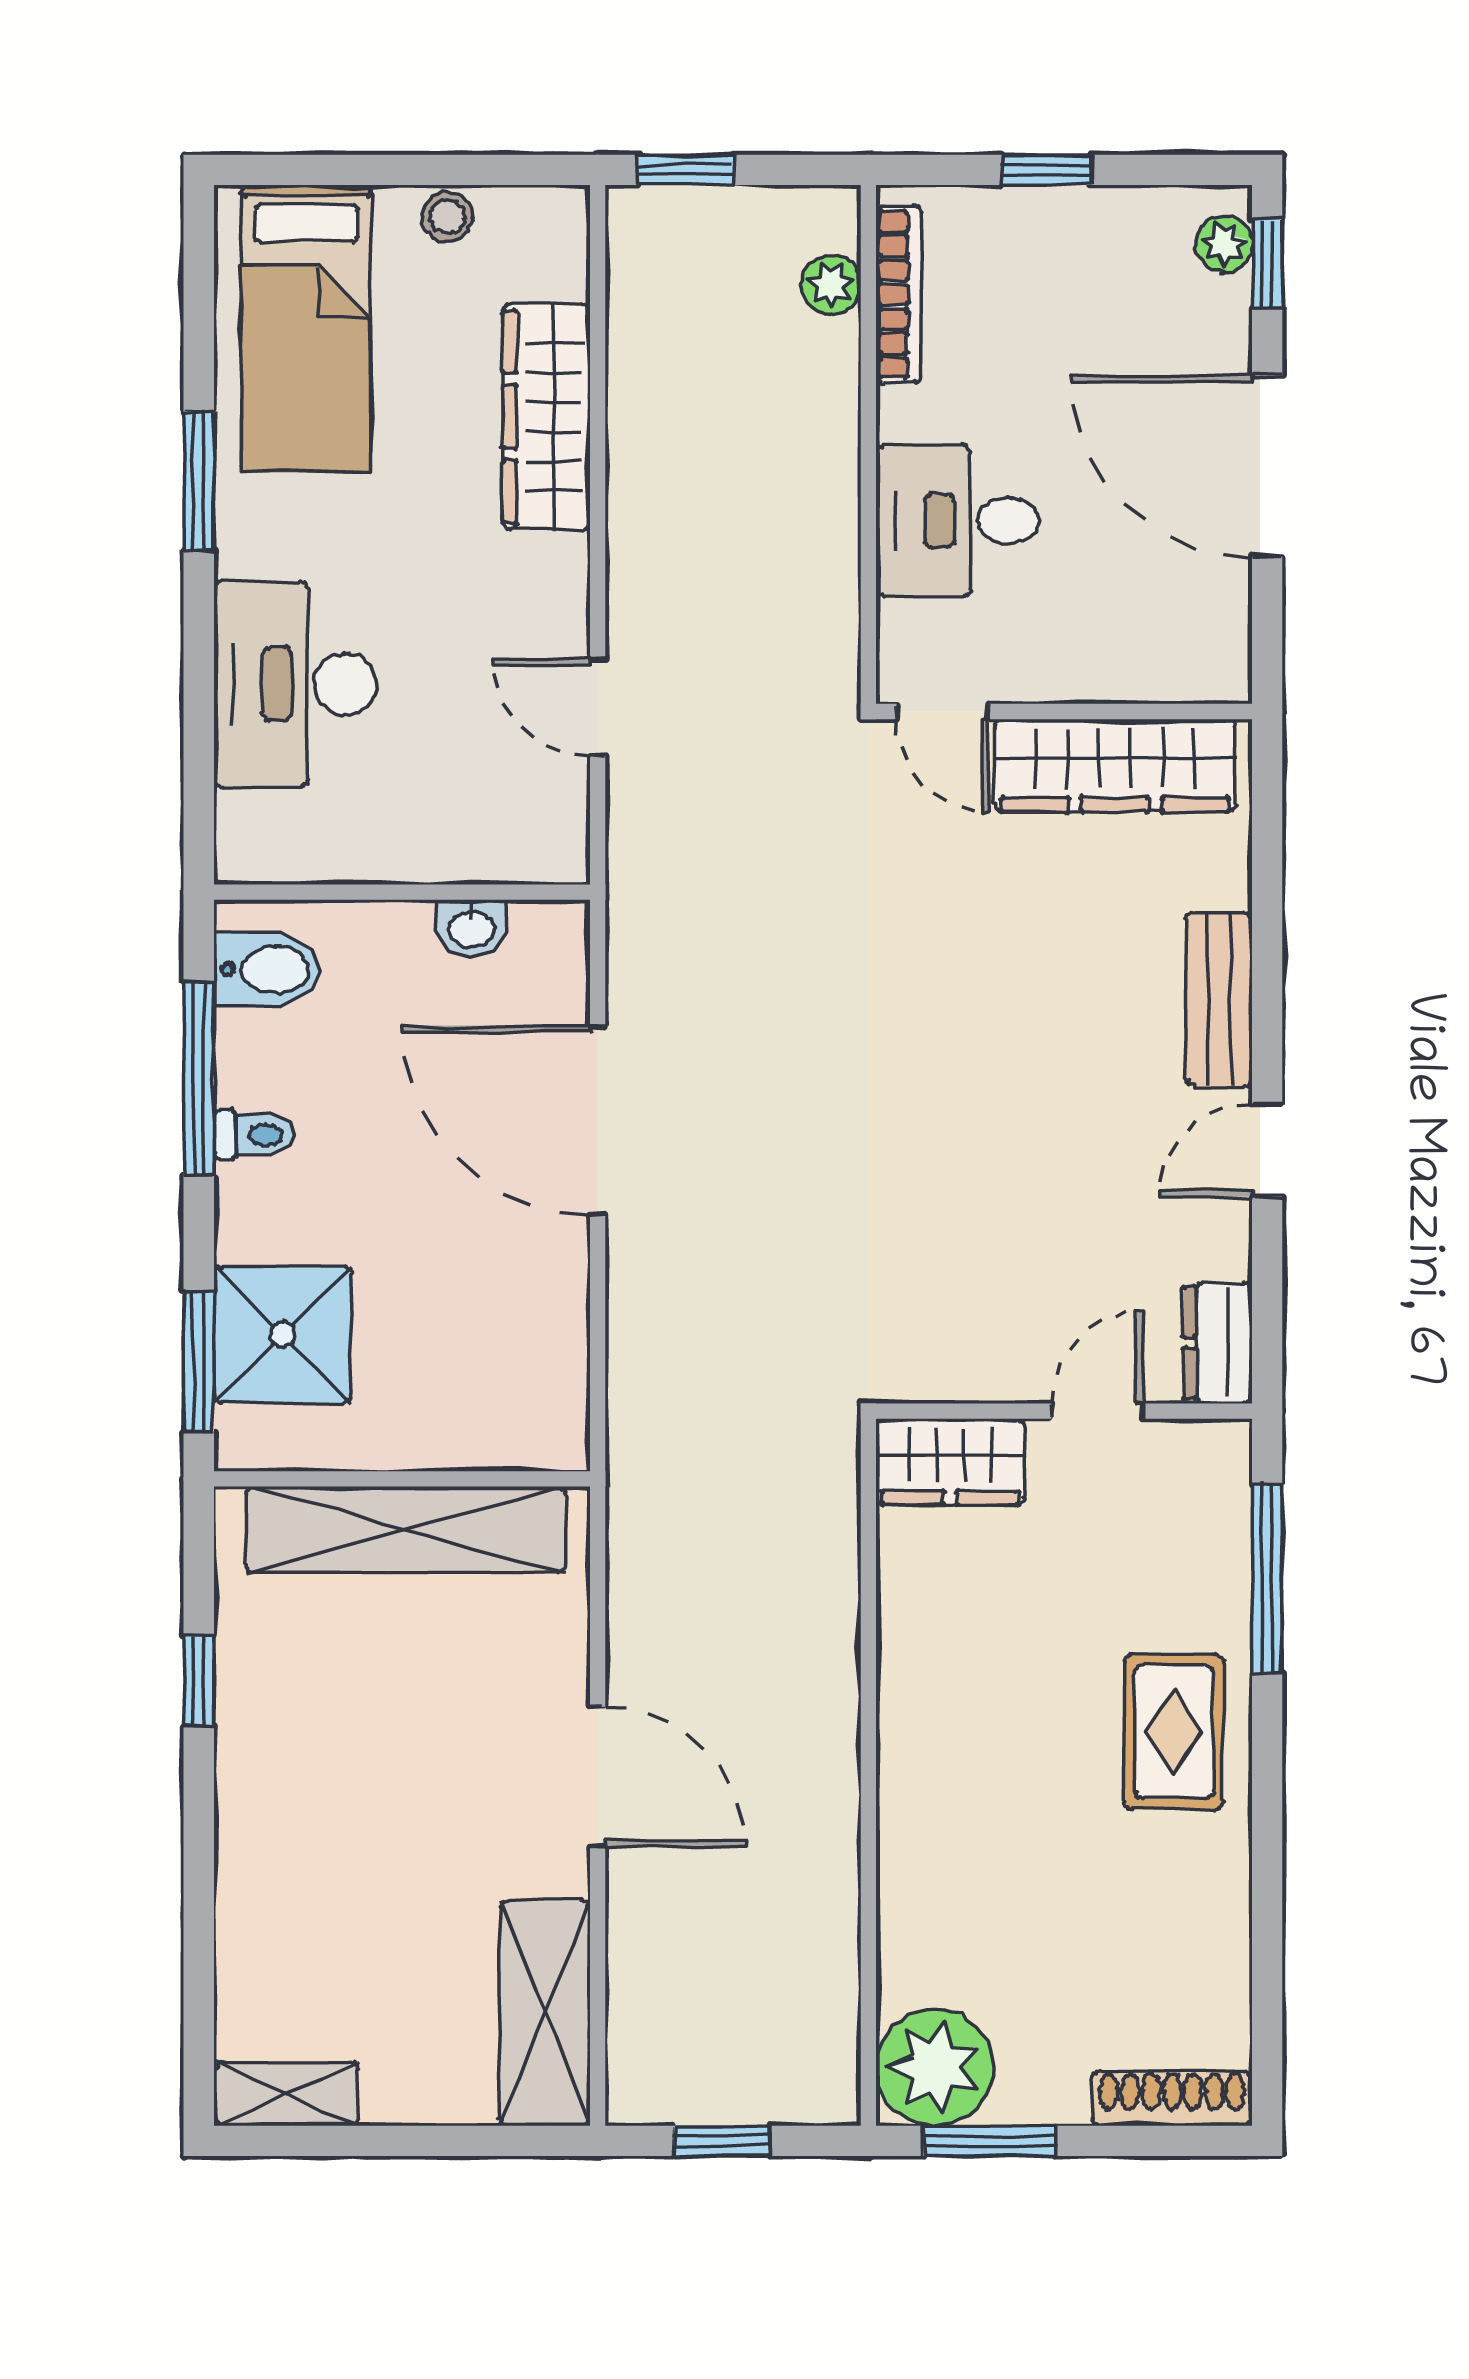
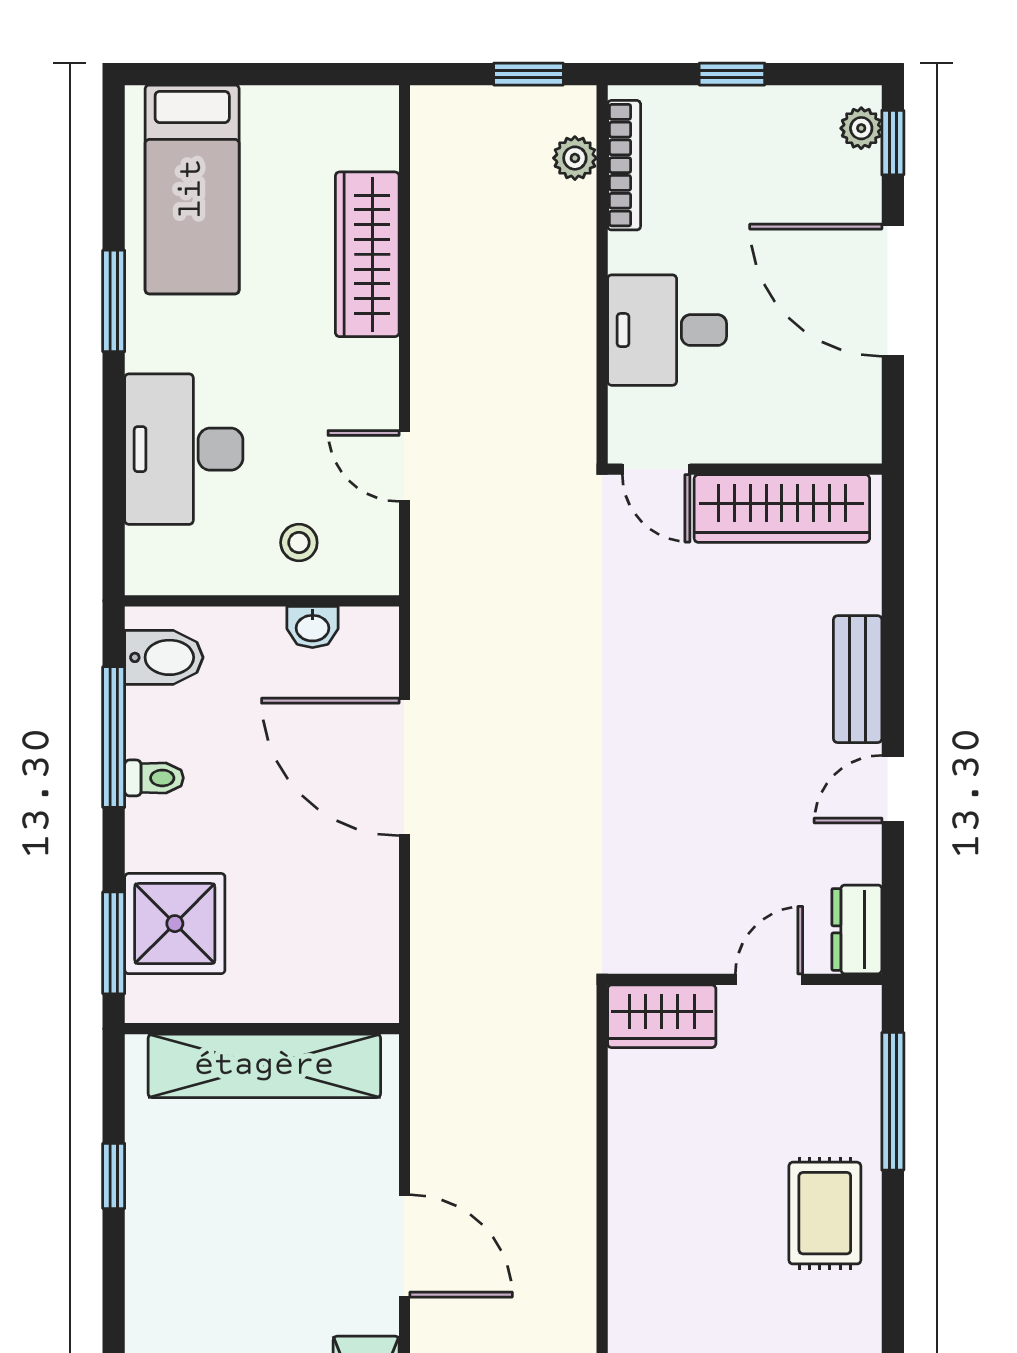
window: (685, 170) -> (528, 74), moved
stool: (448, 217) -> (299, 543), moved

